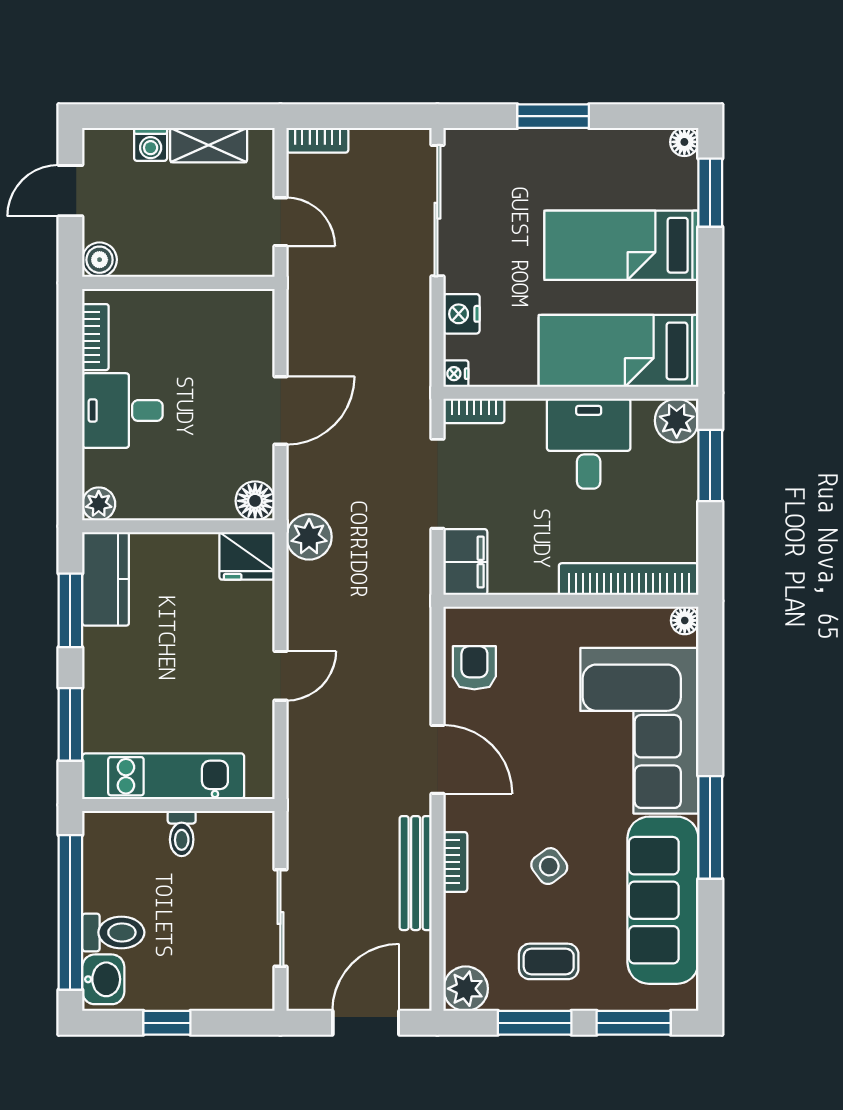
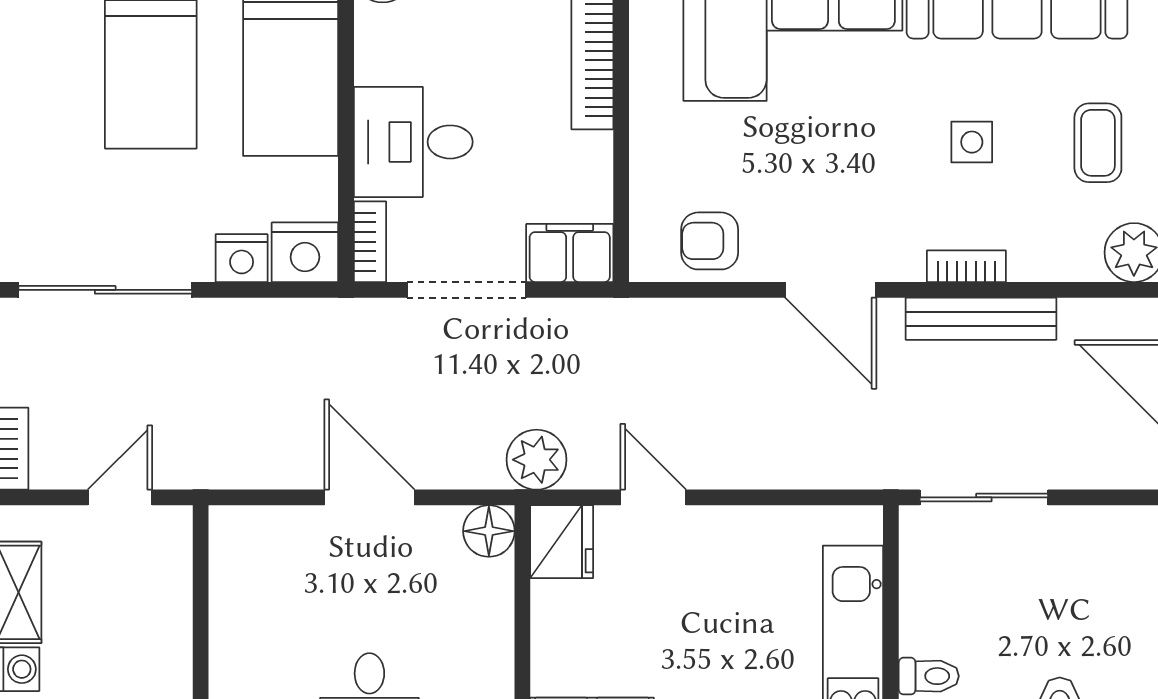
nightstand: (456, 374) -> (305, 252), width x1.89, depth x1.79
desk: (589, 444) -> (413, 142), moved
door: (280, 676) -> (653, 497), moved
door: (437, 759) -> (831, 290), swing flipped
toilet: (182, 834) -> (929, 676), moved
side table: (549, 866) -> (972, 142), turned 37
sliding door: (280, 918) -> (984, 497), moved

